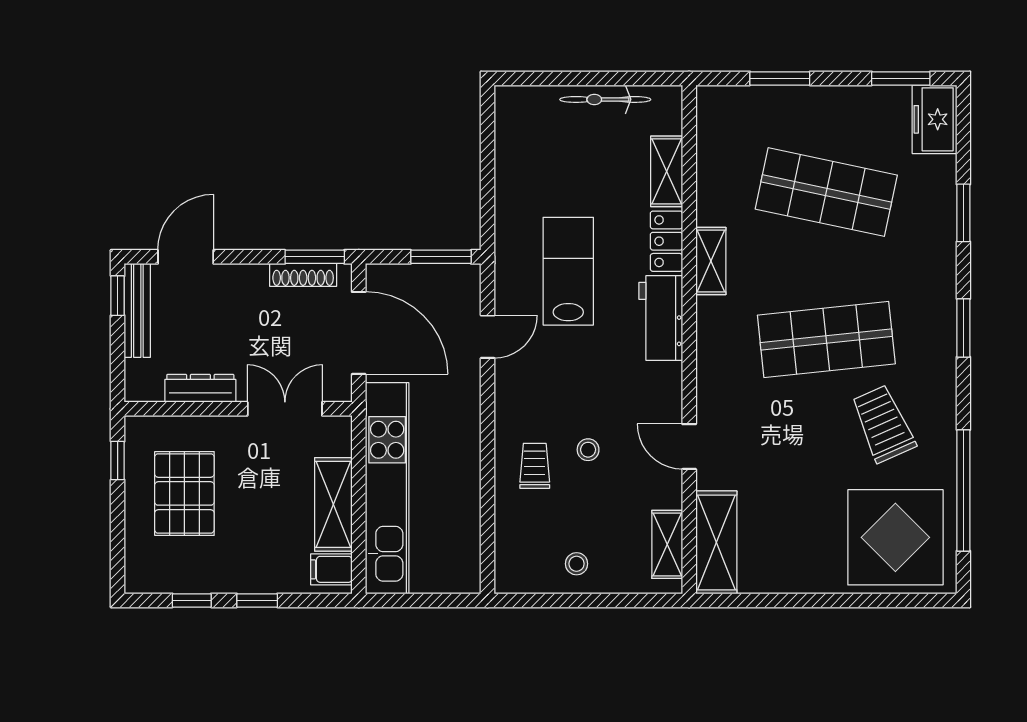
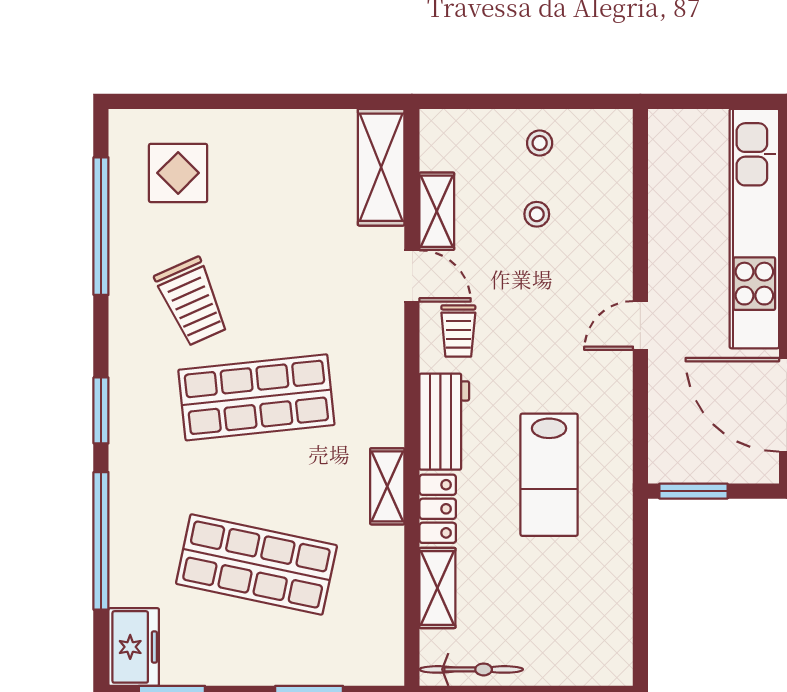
bicycle: (605, 99) -> (471, 669), moved
window: (963, 213) -> (101, 541), width x2.11
door: (488, 337) -> (640, 326), moved
stool: (588, 450) -> (537, 214), moved
trolley: (535, 466) -> (458, 331), moved
display table: (895, 537) -> (178, 173), width x0.54, depth x0.54
shelving: (667, 544) -> (437, 211), moved

